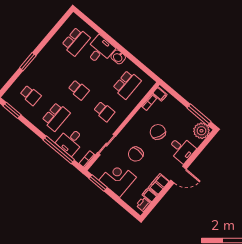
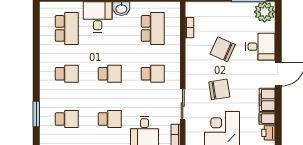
window: (28, 62) -> (36, 114), moved
school desk: (53, 68) -> (67, 74), added
filing cabinet: (160, 94) -> (193, 10), removed
school desk: (56, 117) -> (110, 119), width x0.54
chair: (136, 154) -> (219, 89), turned -99

